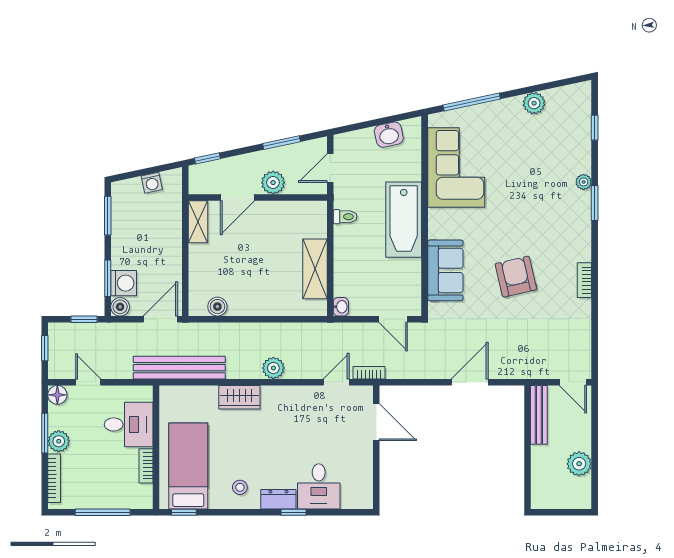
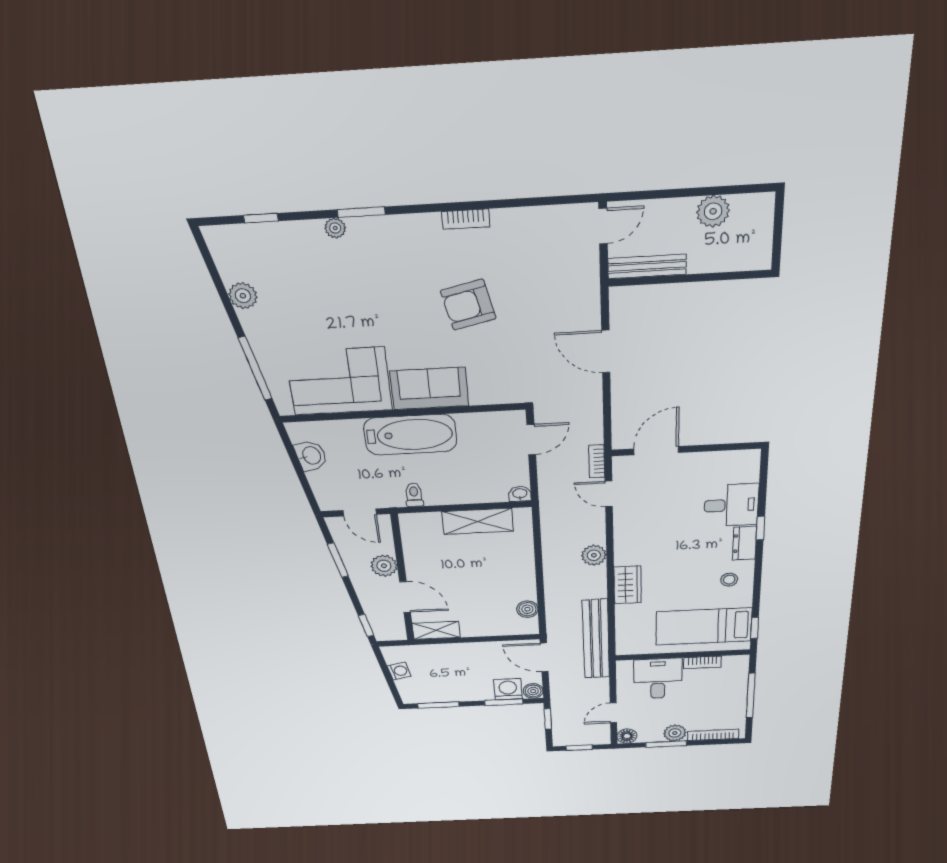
sofa: (445, 270) -> (429, 388), moved

